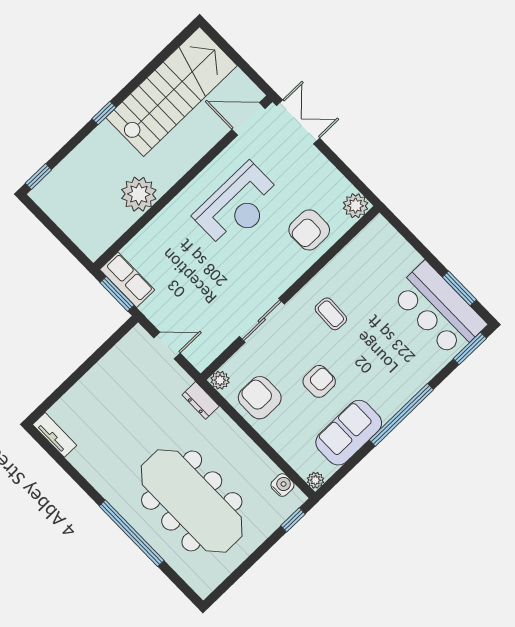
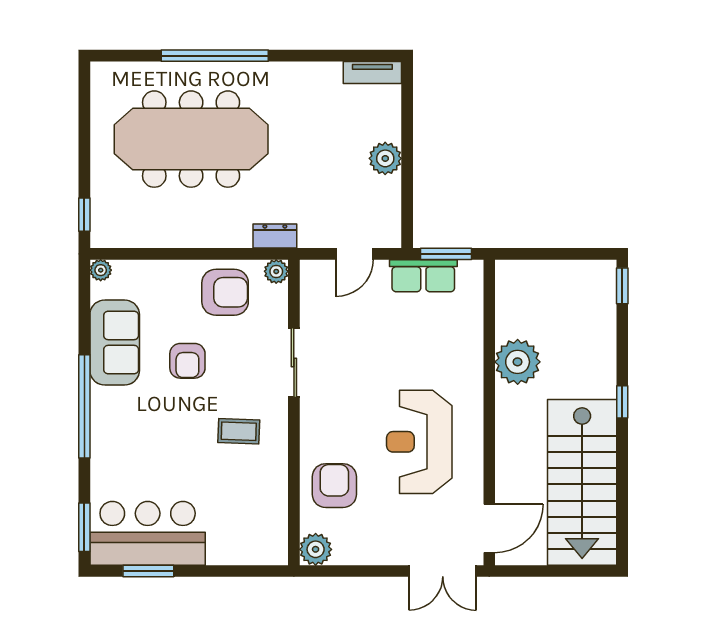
row of seats: (127, 280) -> (423, 276), moved
plant: (96, 380) -> (385, 158), added
water cooler: (282, 485) -> (125, 236), removed

